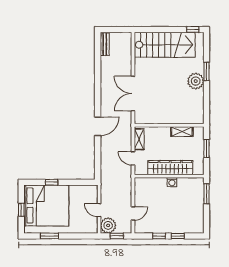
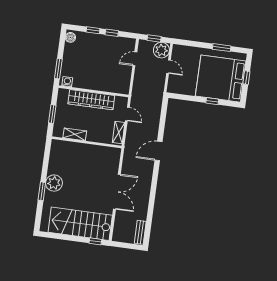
window: (193, 29) -> (95, 241), moved
double door: (133, 94) -> (117, 192), moved
washing machine: (172, 182) -> (67, 82), moved
boiler: (199, 226) -> (70, 37), added

